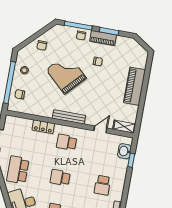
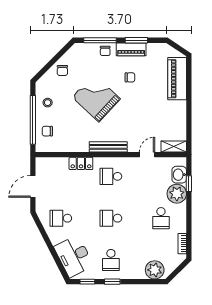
piano: (134, 86) -> (177, 79), moved
plant: (119, 167) -> (177, 194), added
school desk: (18, 170) -> (61, 218), width x0.54

